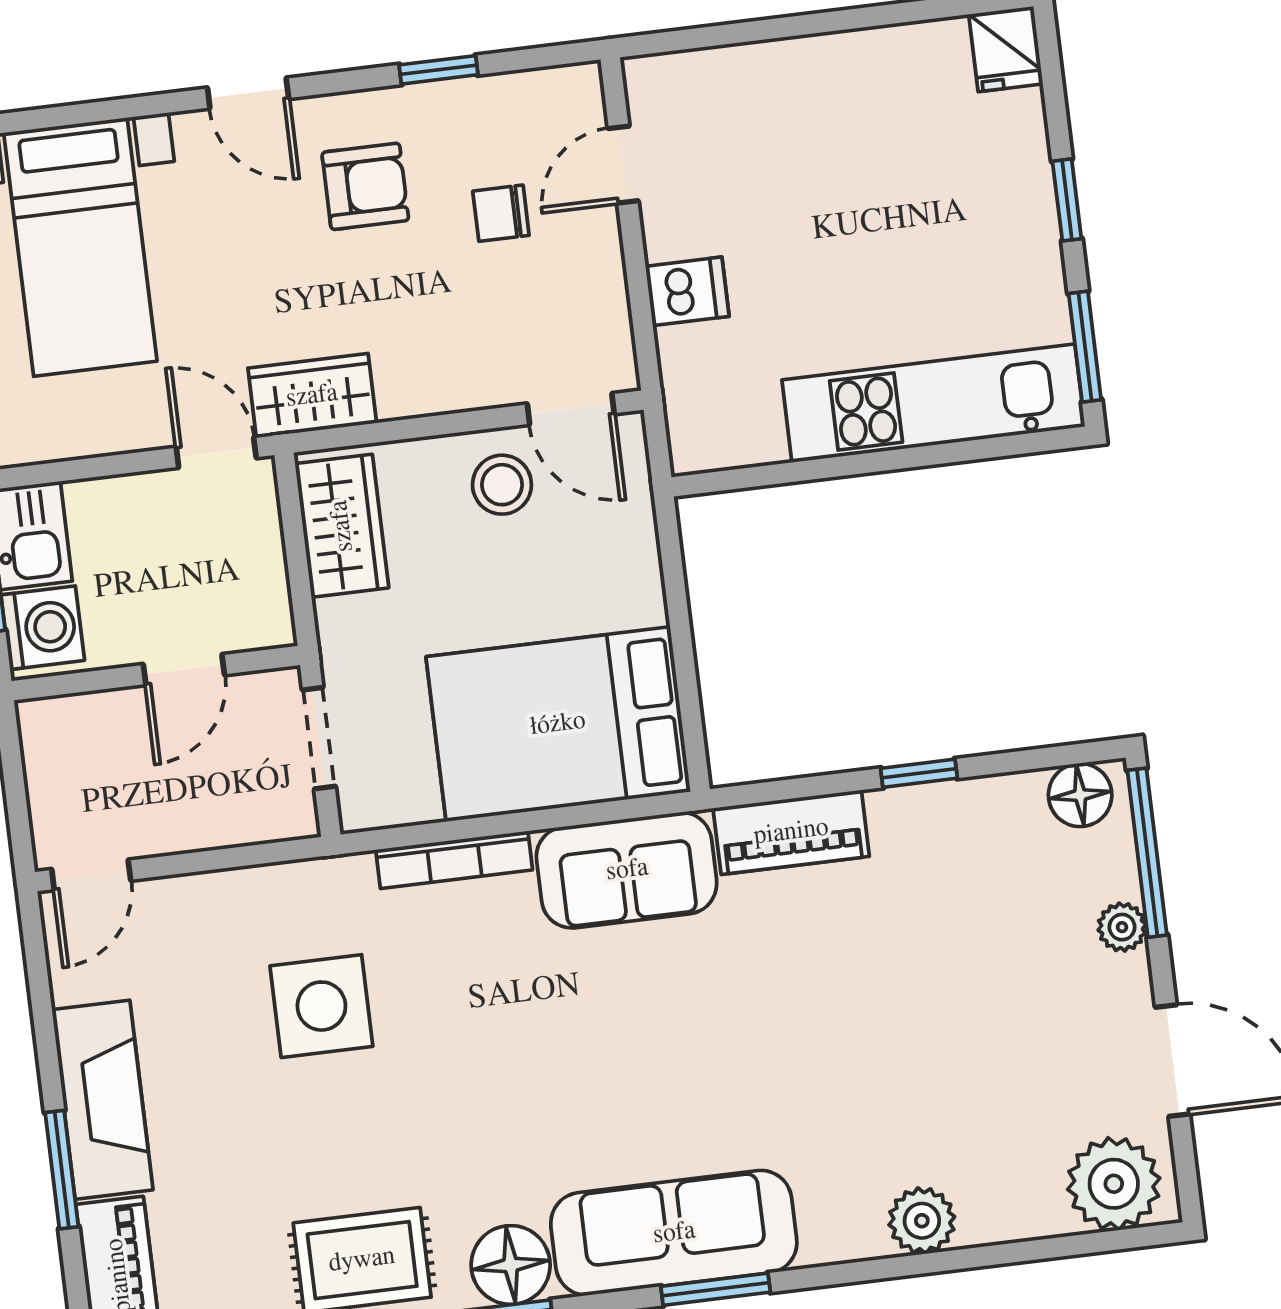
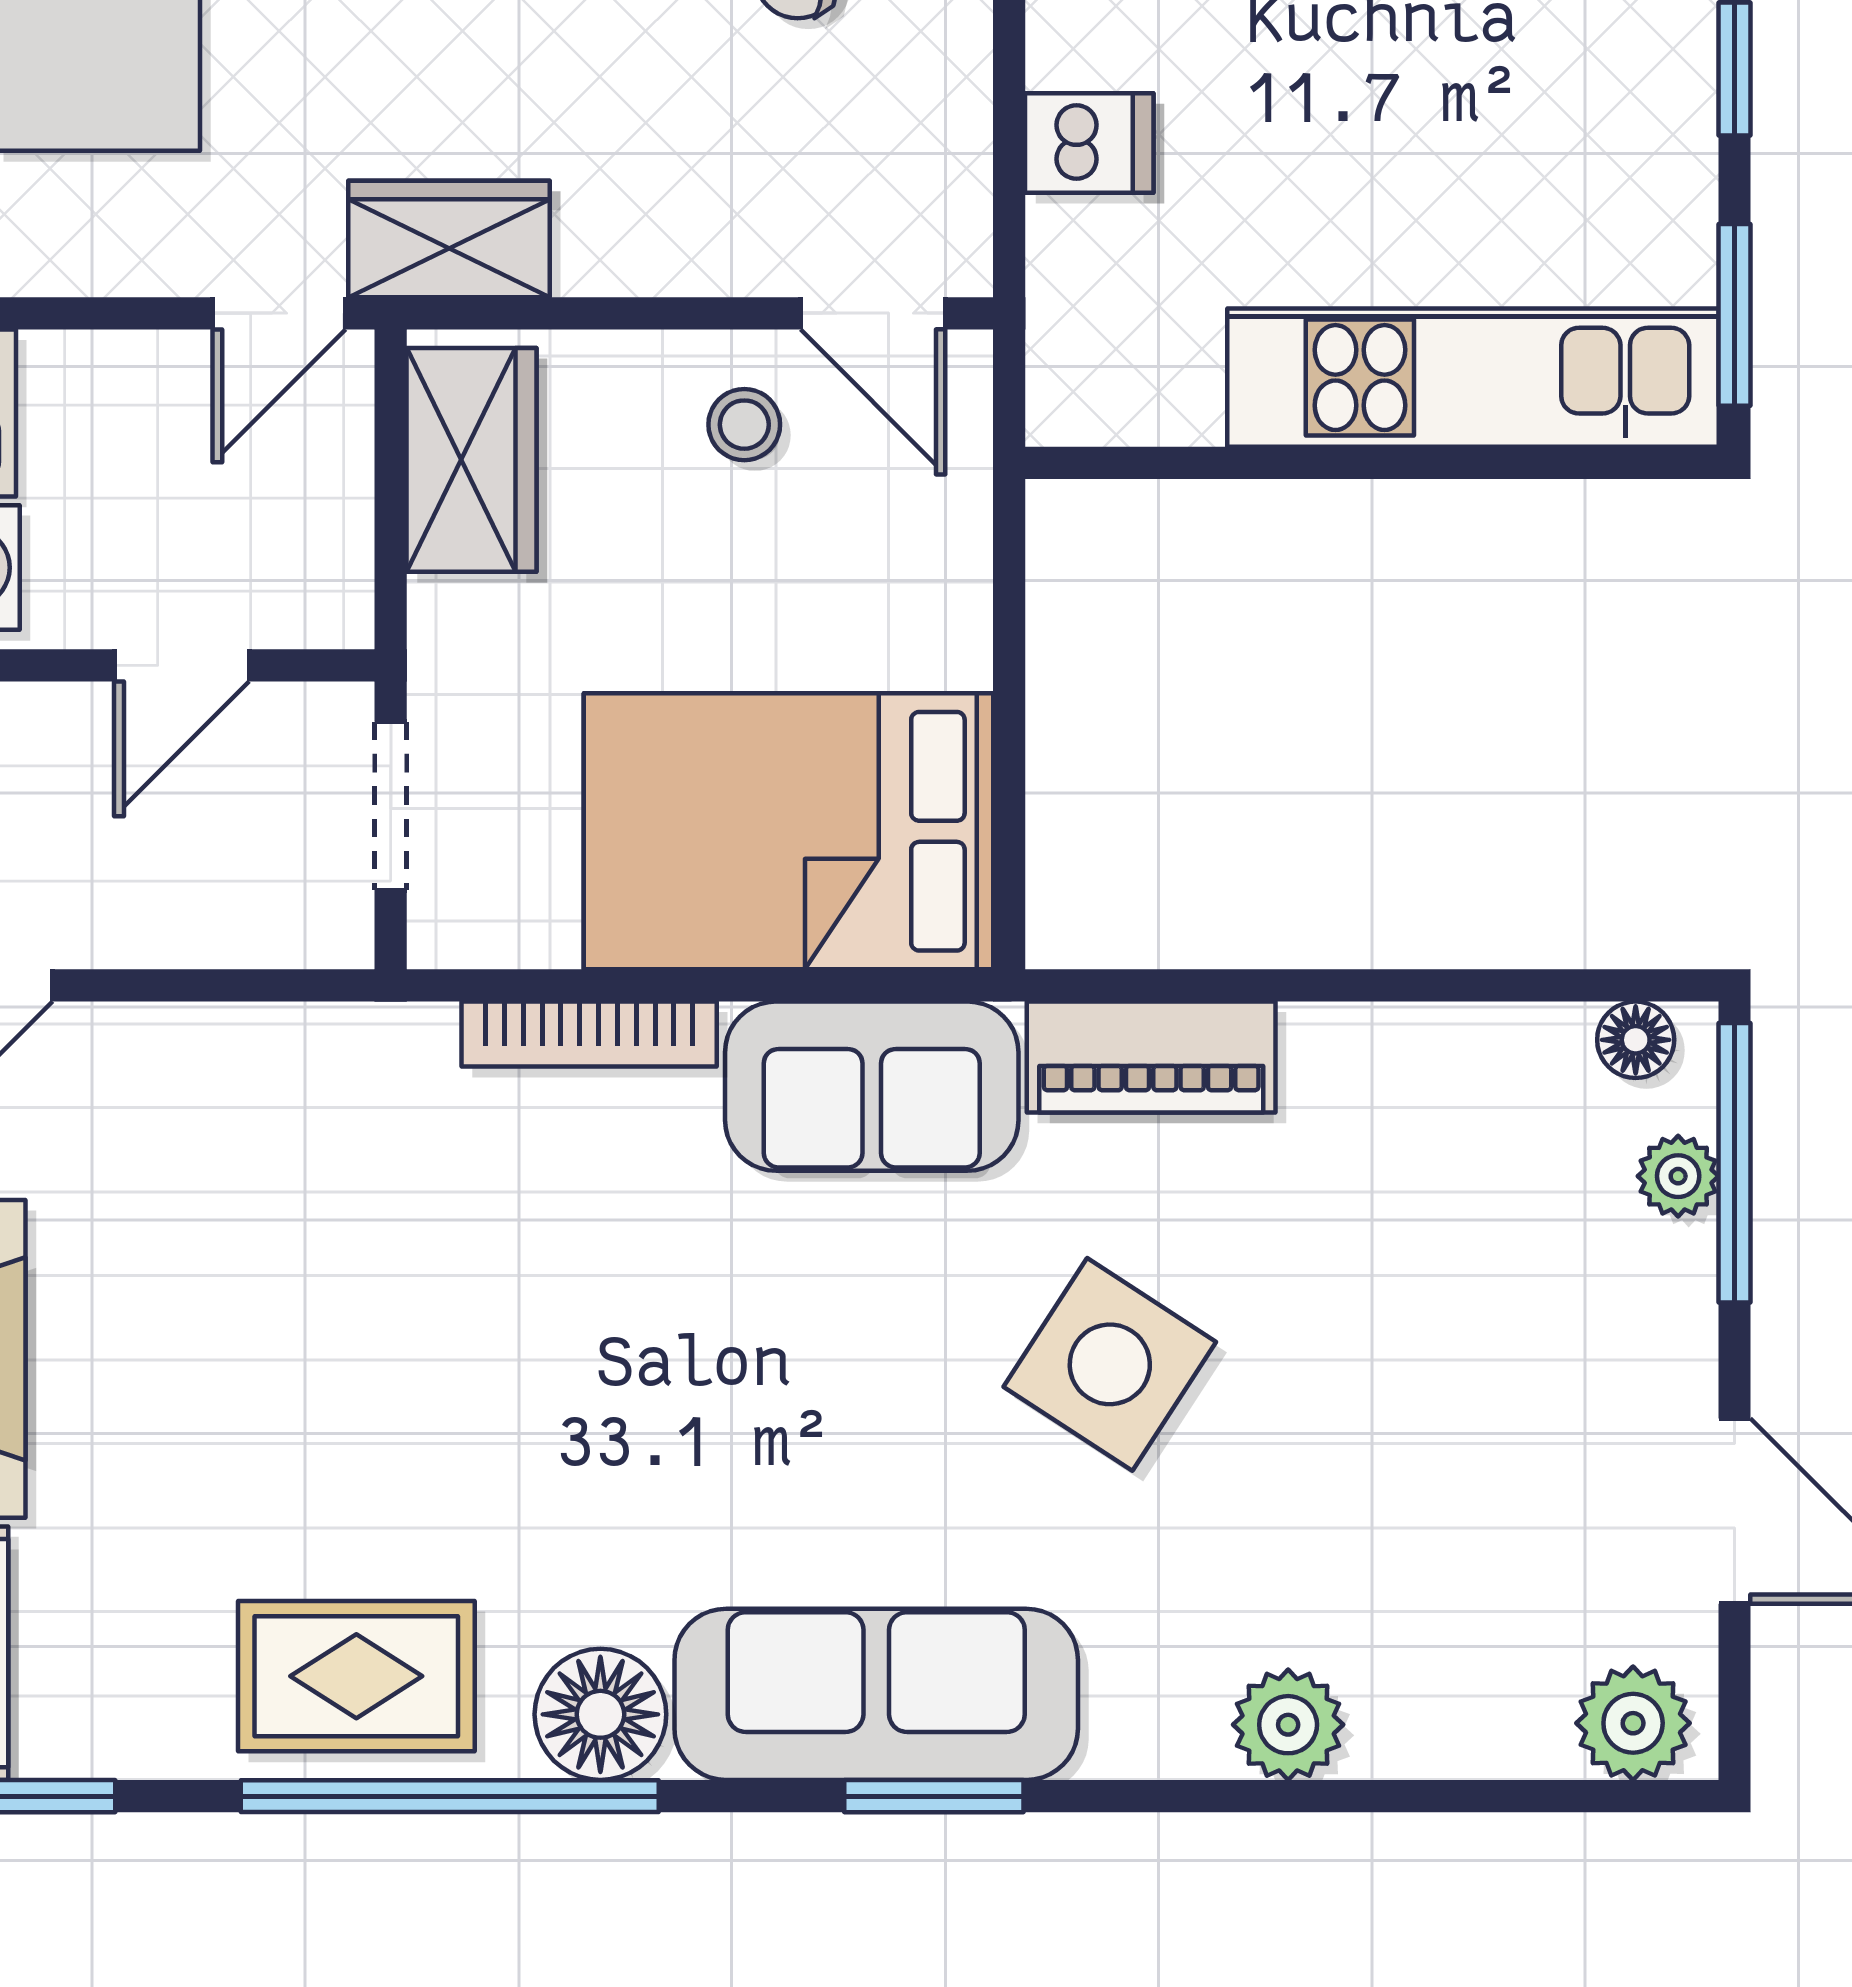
door: (216, 452) -> (279, 313), swing flipped
stool: (502, 485) -> (744, 425), width x0.73, depth x0.73
window: (919, 773) -> (1374, 985), removed
floor lamp: (1080, 795) -> (1636, 1040), width x0.73, depth x0.73
plant: (1122, 927) -> (1678, 1176), moved
side table: (321, 1006) -> (1110, 1364), moved, turned 33
plant: (1114, 1184) -> (1633, 1723), width x0.73, depth x0.73

